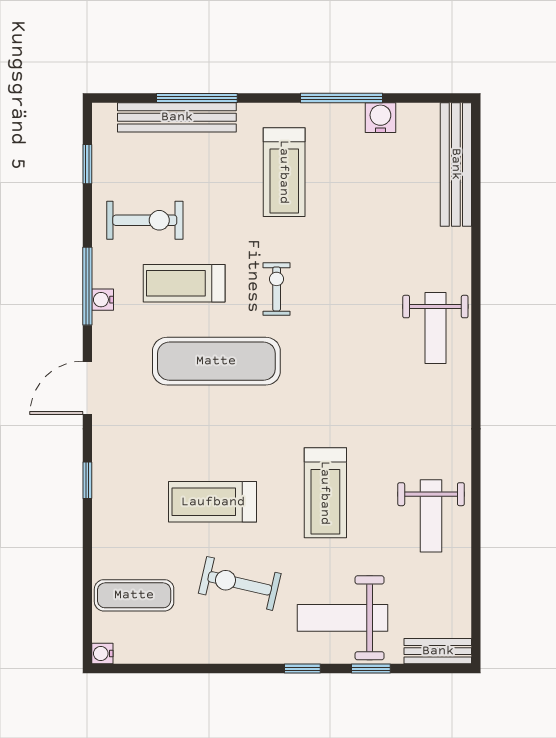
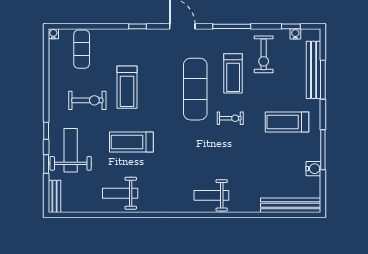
treadmill: (184, 283) -> (233, 73), turned 180
water cooler: (103, 300) -> (295, 34), moved
treadmill: (213, 502) -> (127, 87), turned 180
exercise bike: (240, 583) -> (87, 100), turned 77

